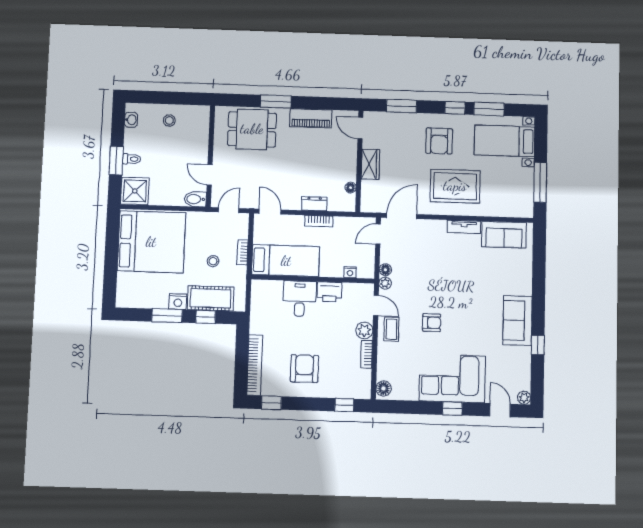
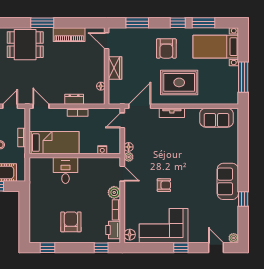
tv unit: (464, 227) -> (172, 113), moved
printer: (329, 292) -> (113, 230), moved, turned 90
coffee table: (391, 329) -> (134, 191), removed
bookcase: (255, 365) -> (34, 221), removed
corner sofa: (452, 378) -> (164, 226), moved

